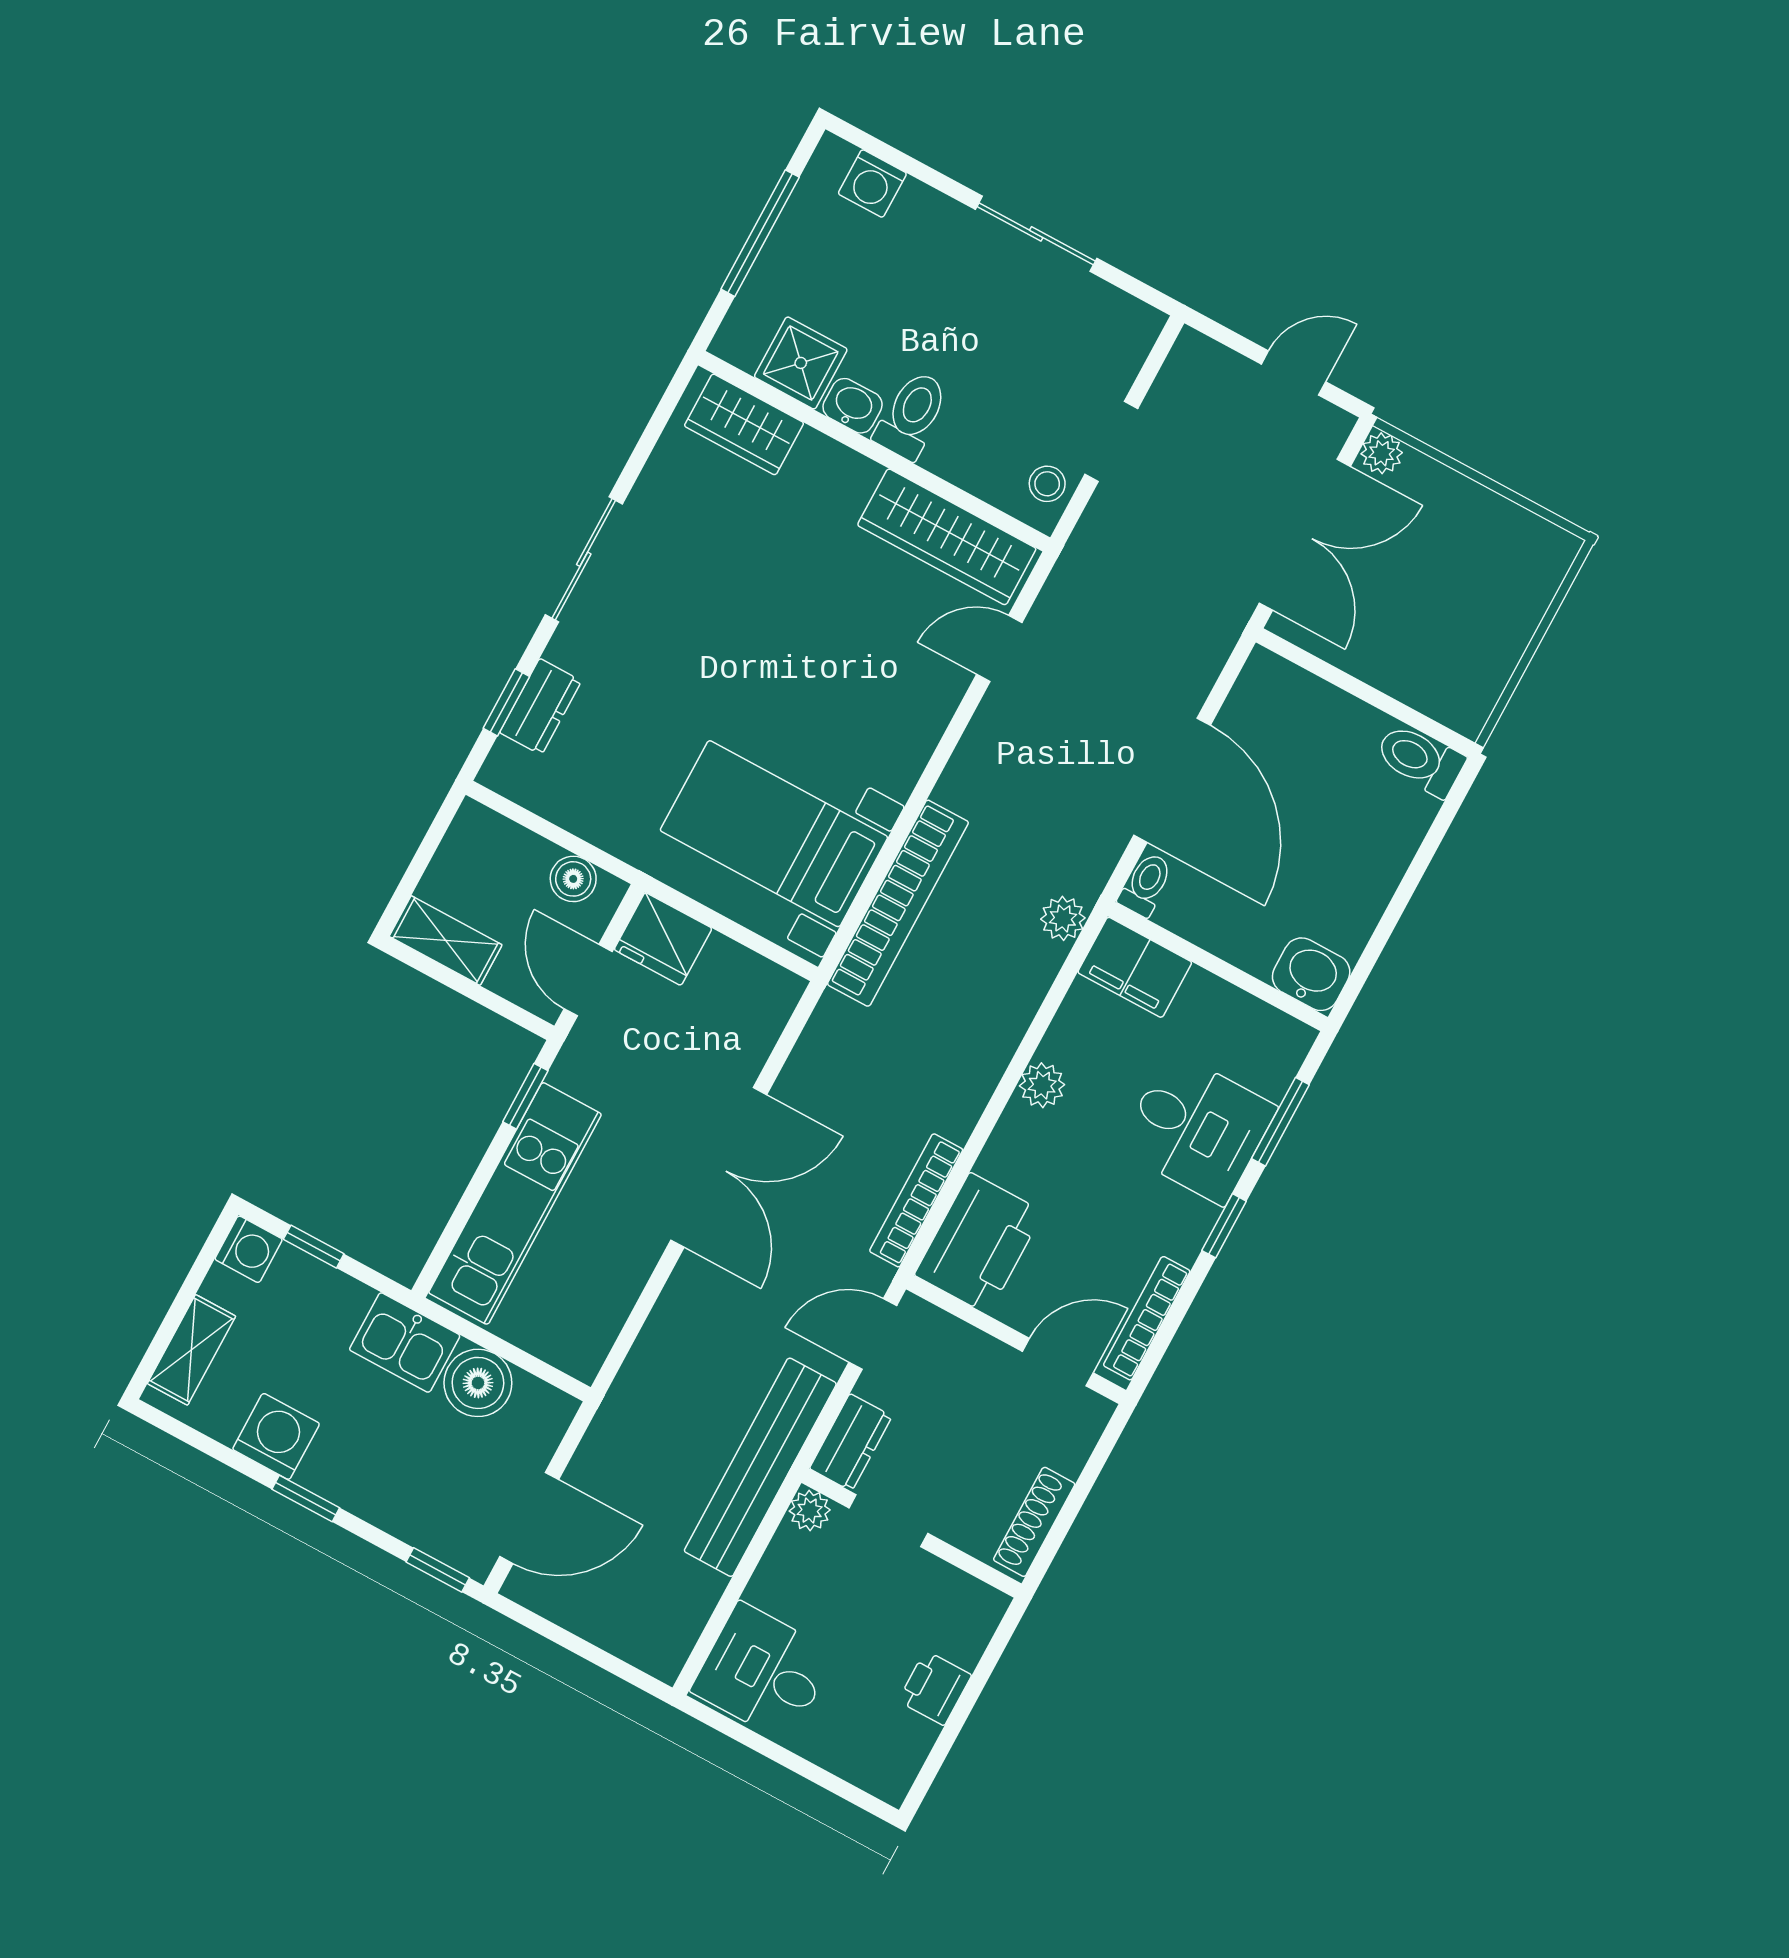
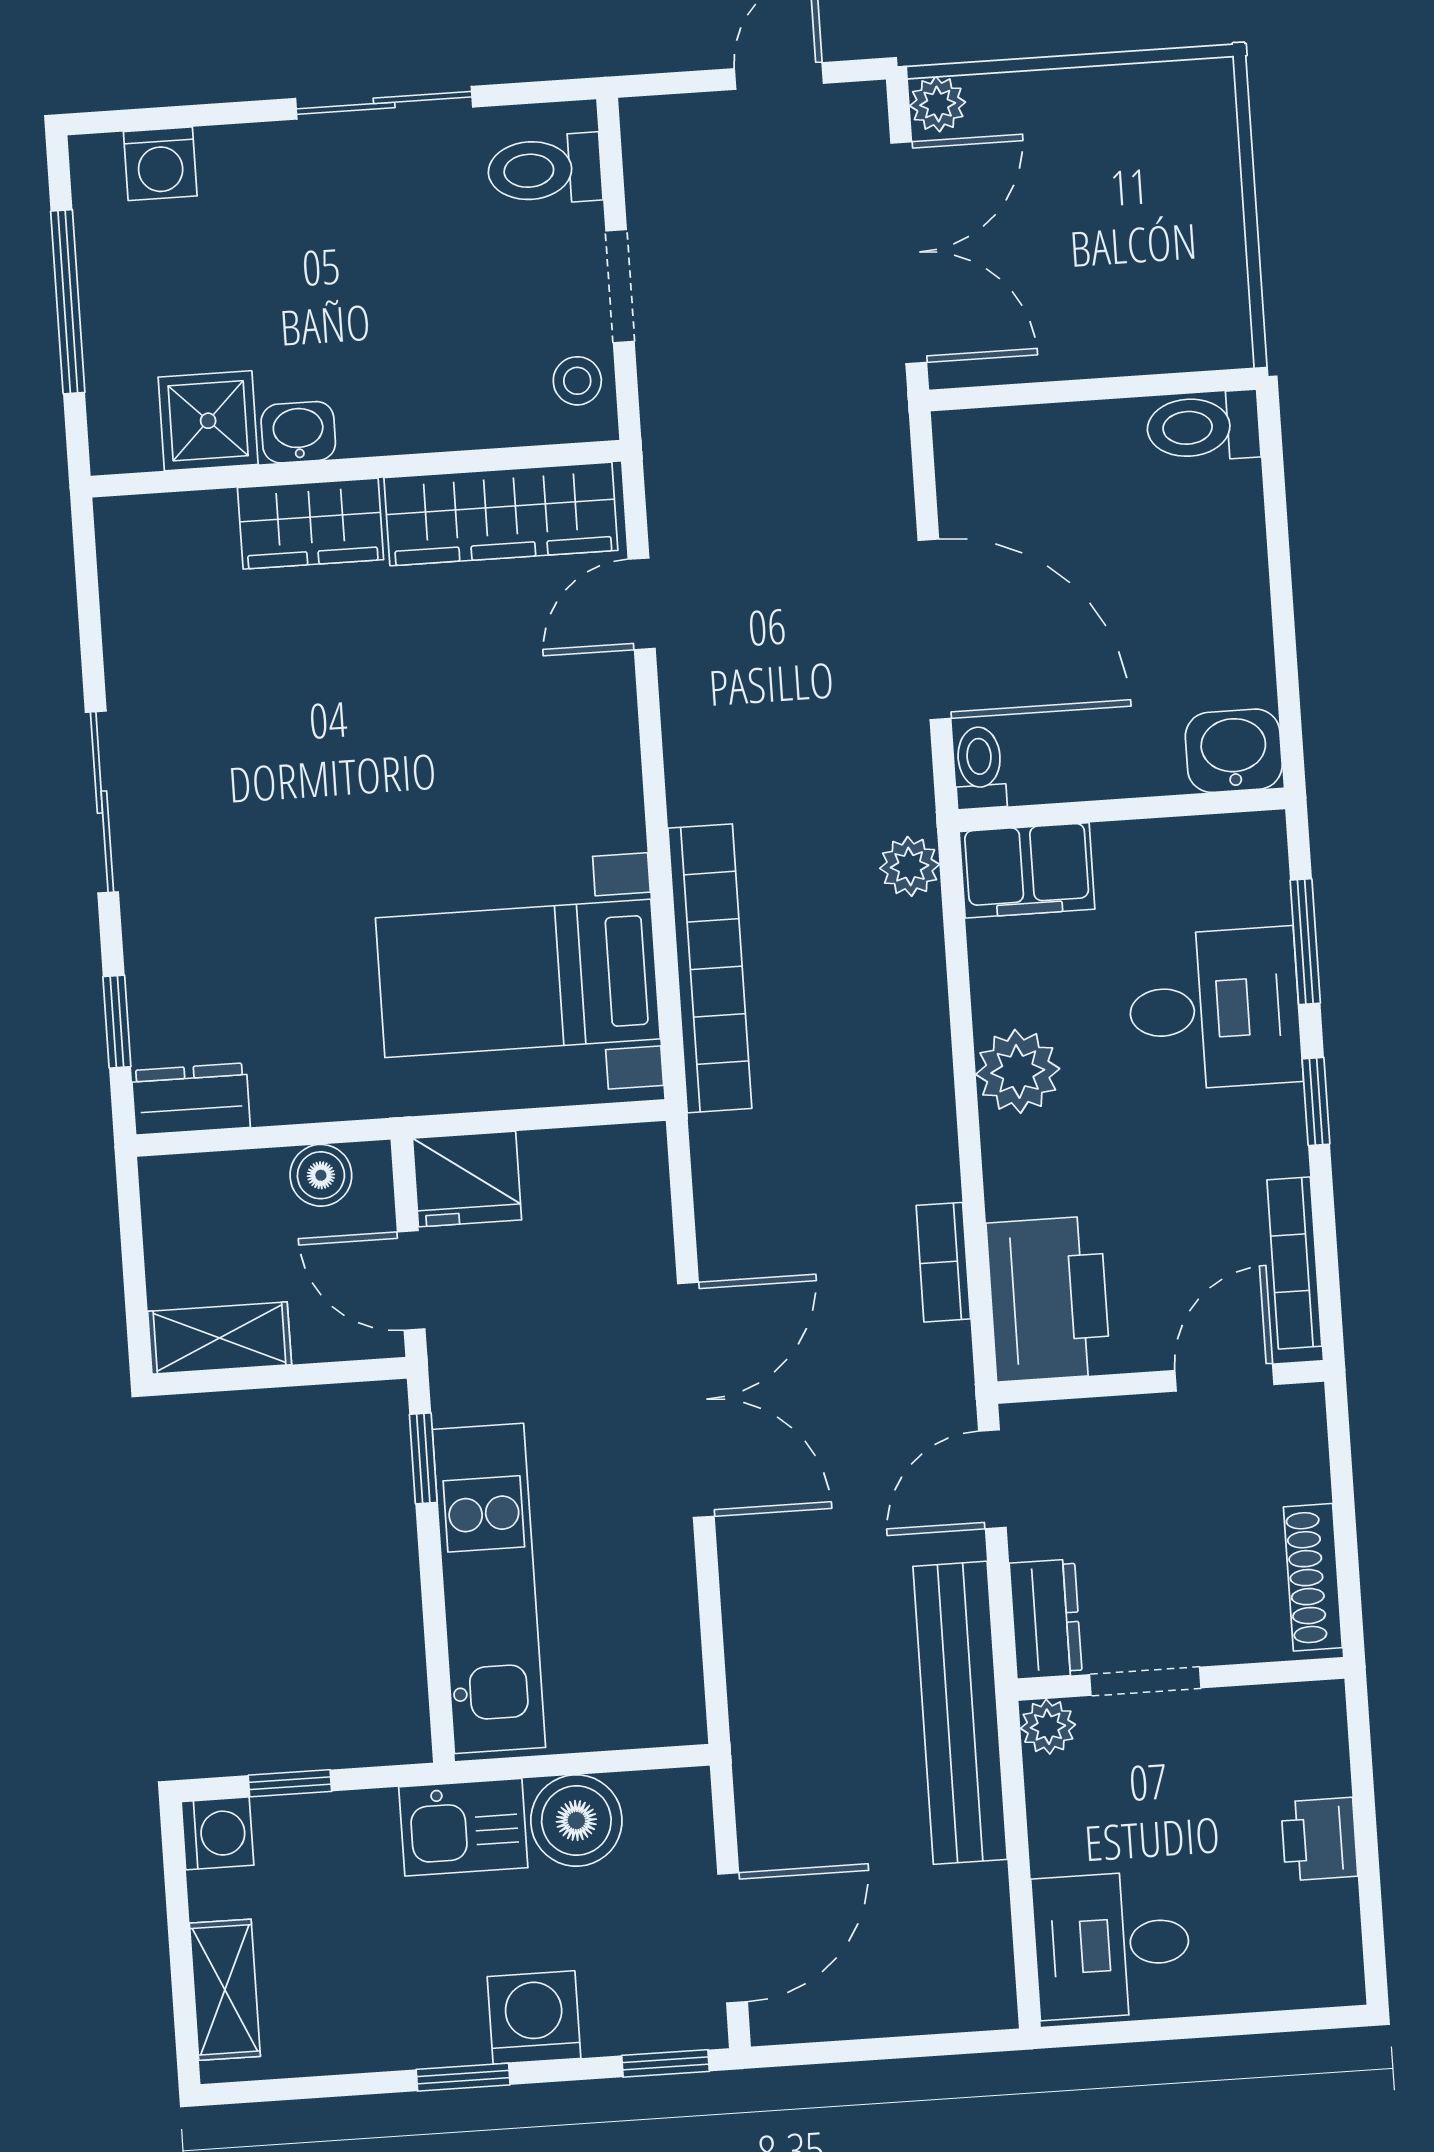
toilet: (912, 415) -> (545, 170), moved, turned -90
wardrobe: (744, 424) -> (311, 524), moved
dresser: (540, 707) -> (191, 1099), moved, turned -90
plant: (1042, 1085) -> (1018, 1071), width x1.38, depth x1.38
bookcase: (916, 1200) -> (943, 1262), width x0.64
washing machine: (276, 1436) -> (534, 2017), moved

